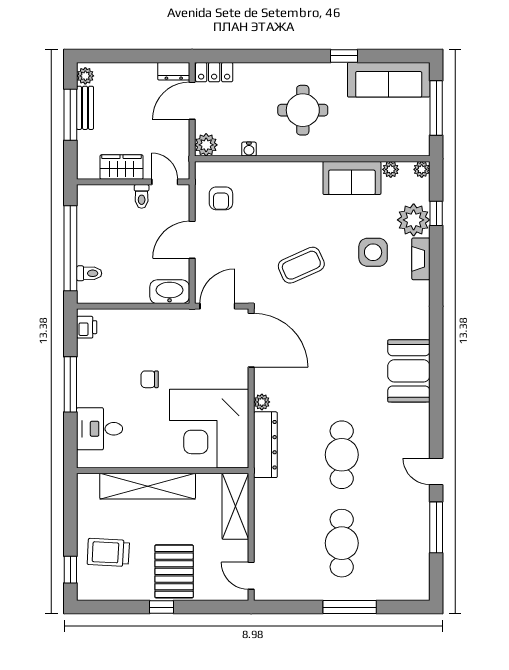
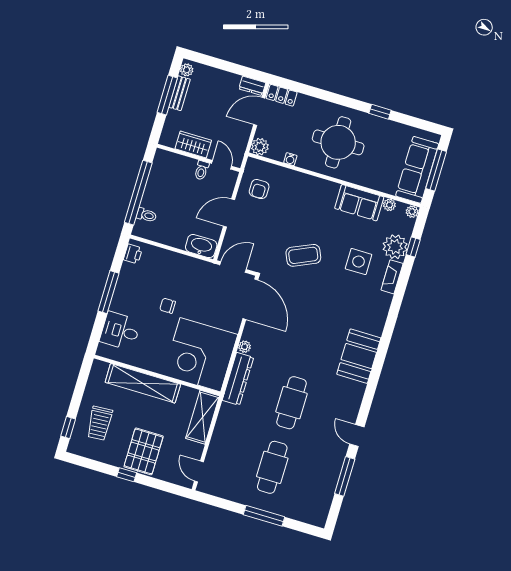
sofa: (389, 80) -> (417, 170), moved, turned 90
round table: (303, 110) -> (338, 142), width x1.36, depth x1.36
trolley: (108, 552) -> (100, 423), turned -97

